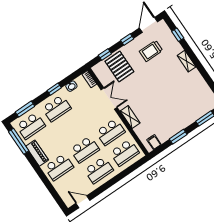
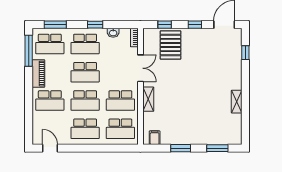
trolley: (151, 51) -> (210, 51), removed
shelving: (187, 61) -> (237, 102), moved
school desk: (71, 129) -> (85, 72), added

